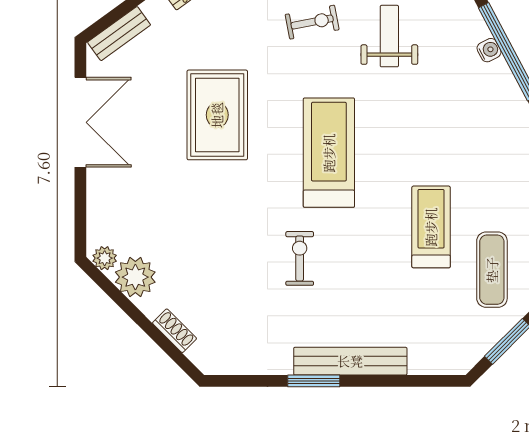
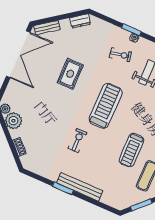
rug: (217, 115) -> (70, 74), width x0.73, depth x0.70
double door: (80, 122) -> (18, 54), width x1.36
treadmill: (431, 227) -> (131, 150), turned 180

